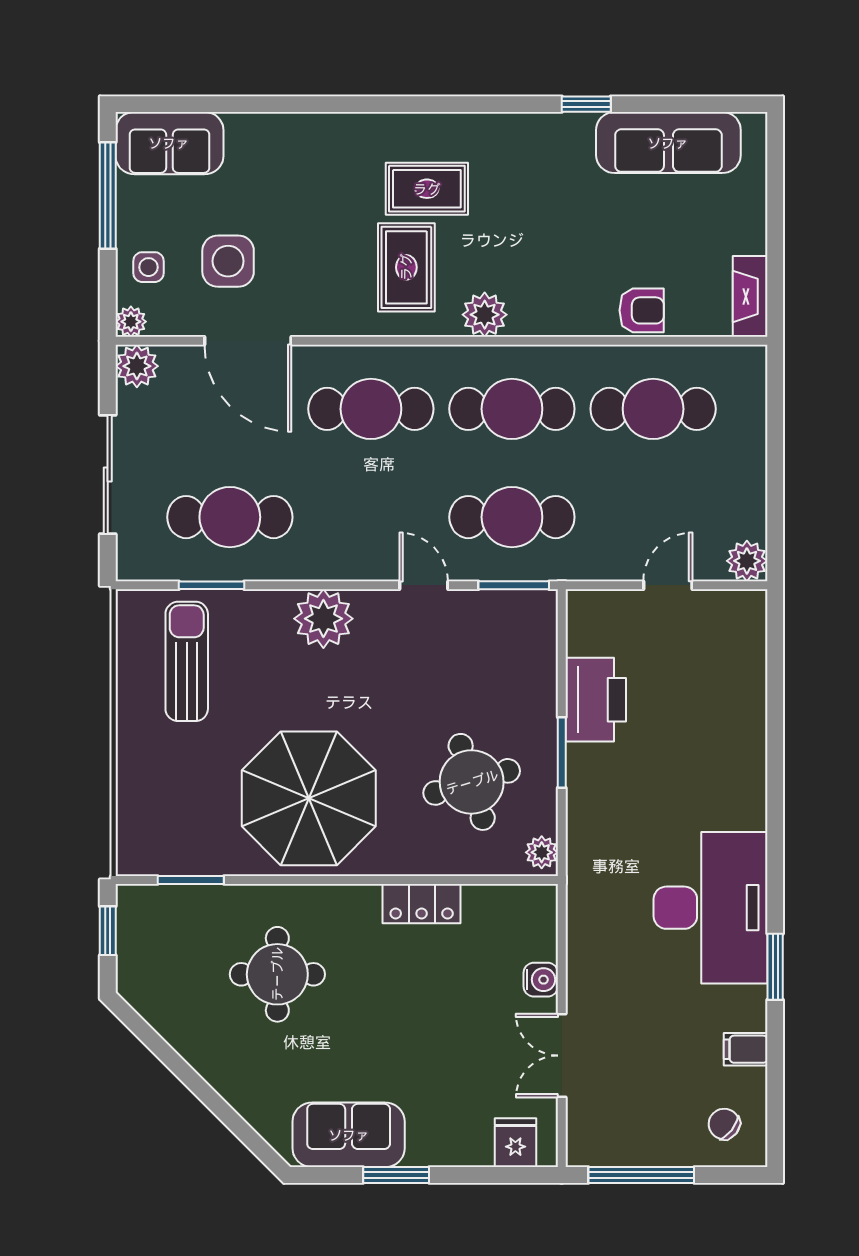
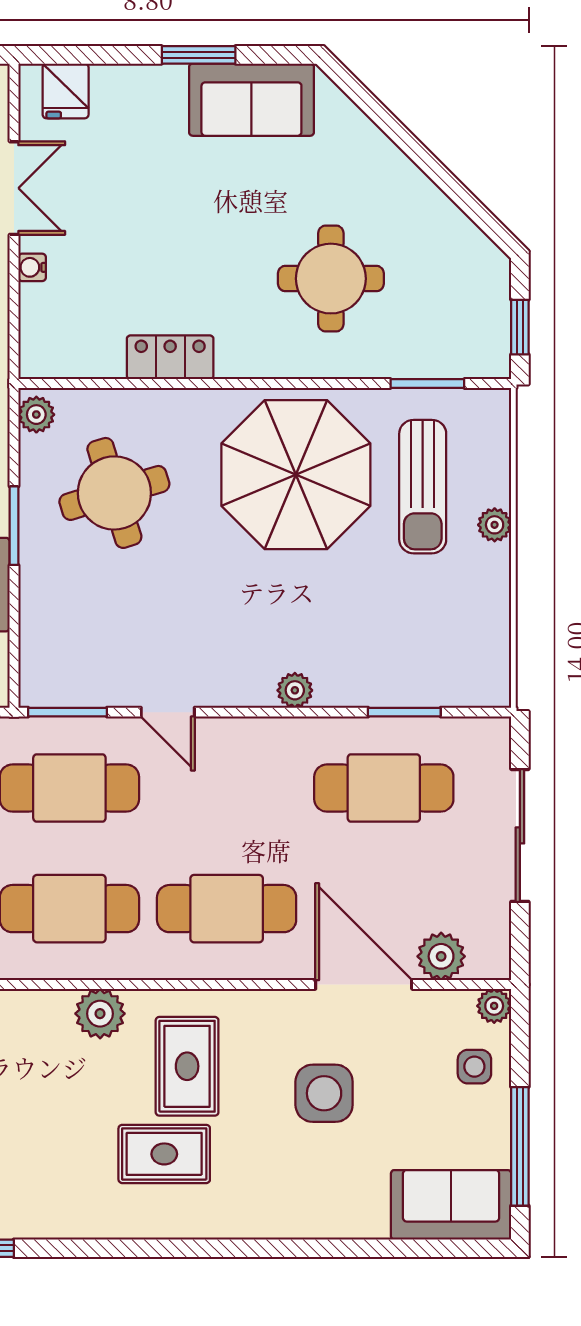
side table: (228, 261) -> (324, 1093), moved
plant: (137, 366) -> (441, 956), moved
plant: (323, 619) -> (295, 690), width x0.53, depth x0.53
sun lounger: (187, 661) -> (423, 487), moved
plant: (130, 753) -> (495, 525), added
water cooler: (541, 980) -> (32, 267), width x0.72, depth x0.72

